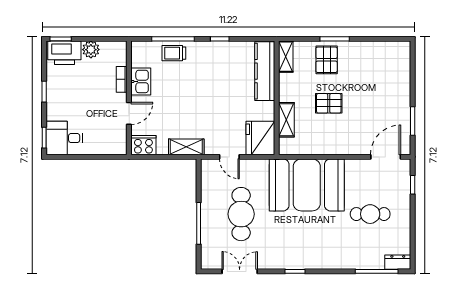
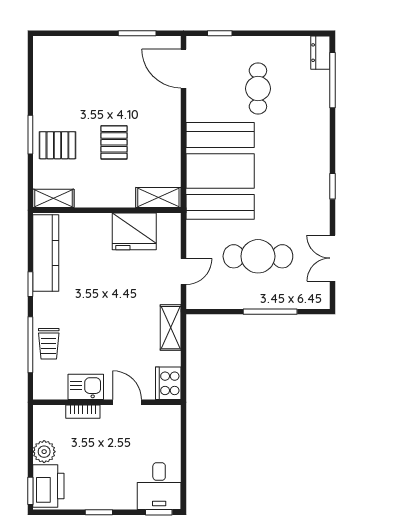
kitchen counter: (265, 71) -> (46, 253), moved, turned -90
shelving: (286, 120) -> (158, 197), moved
fridge: (260, 138) -> (134, 231), moved

